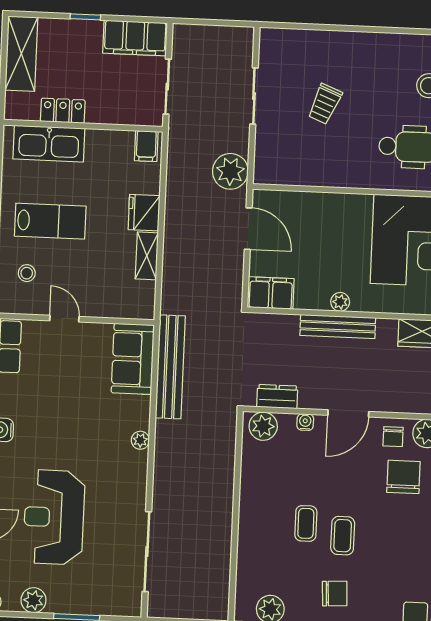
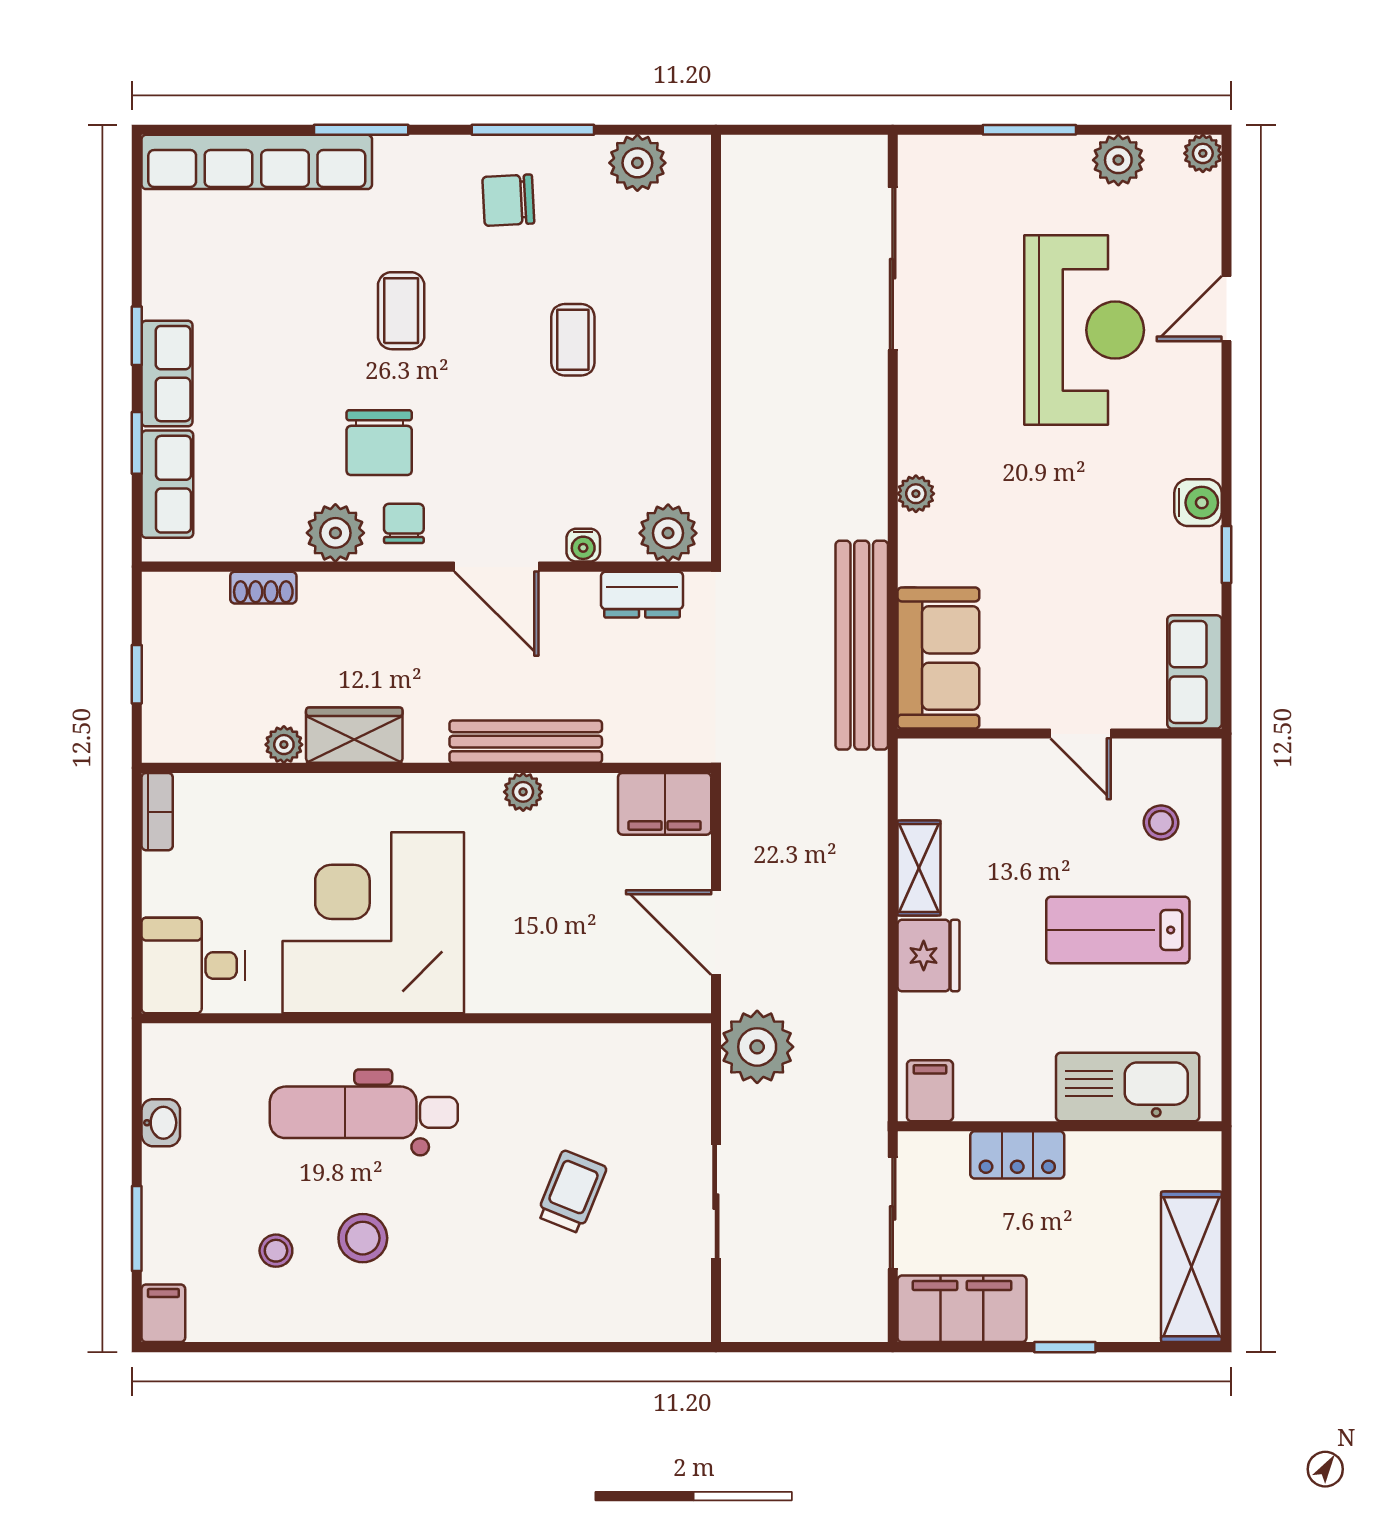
locker: (63, 111) -> (1017, 1155), moved
door: (348, 413) -> (497, 567), swing flipped
coffee table: (343, 536) -> (401, 311), moved

